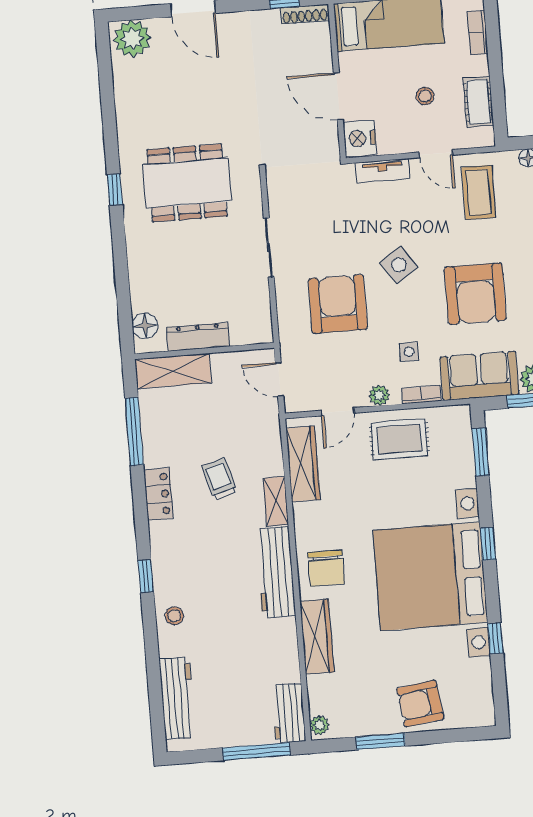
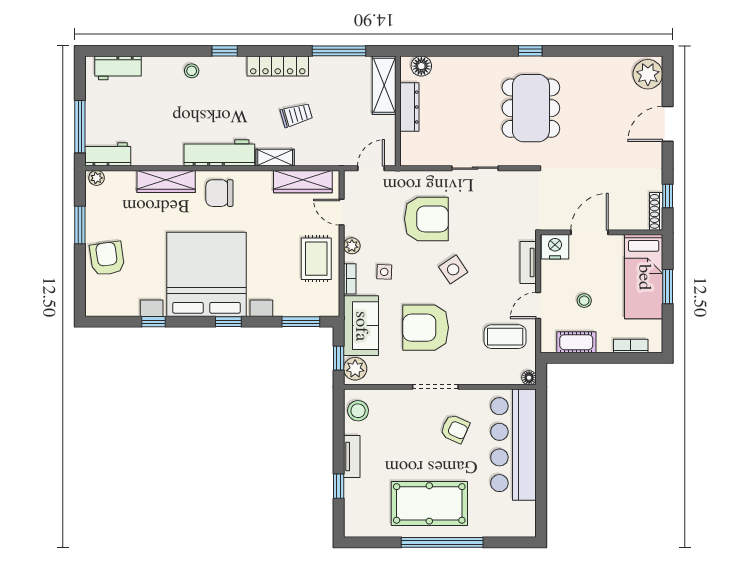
locker: (159, 494) -> (278, 66), width x1.53
workbench: (177, 698) -> (118, 68), width x0.73

